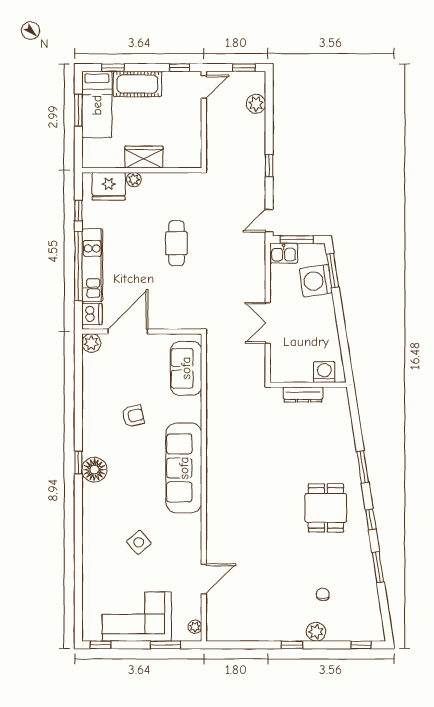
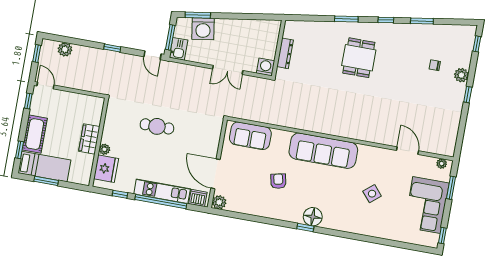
washing machine: (324, 372) -> (265, 67), moved, turned 90
dining table: (326, 508) -> (359, 58), moved, turned 90

